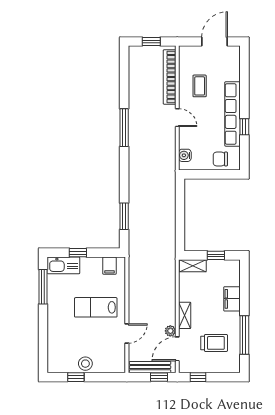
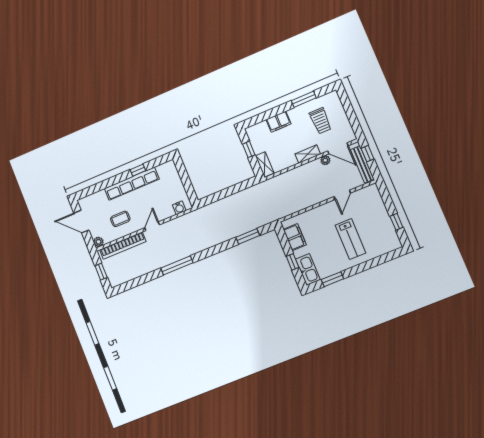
plant: (185, 52) -> (98, 242), added
chair: (220, 159) -> (171, 178), removed
filing cabinet: (109, 266) -> (295, 237), width x2.00
window: (43, 287) -> (332, 279), width x0.69
lab bench: (96, 307) -> (350, 239), moved
door: (127, 334) -> (342, 195), swing flipped
window: (244, 335) -> (304, 99), width x0.69
trolley: (214, 343) -> (320, 121), turned 180
stool: (85, 364) -> (382, 218), removed
window: (198, 377) -> (354, 122), removed

